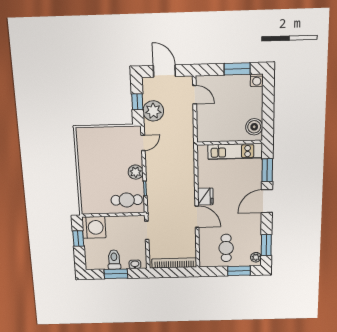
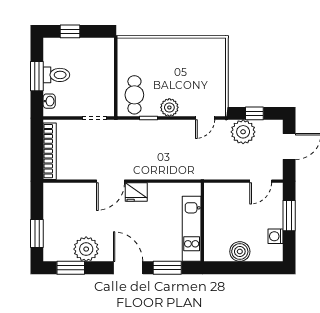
window: (237, 69) -> (289, 216), moved
washing machine: (257, 80) -> (275, 236), moved
boiler: (254, 127) -> (240, 252), moved
door: (143, 143) -> (205, 118), hinge flipped
washing machine: (94, 227) -> (100, 52), removed
window: (78, 239) -> (70, 31), moved
cafe table: (226, 248) -> (68, 217), removed
plant: (256, 257) -> (86, 249), moved, width x1.87, depth x1.87

